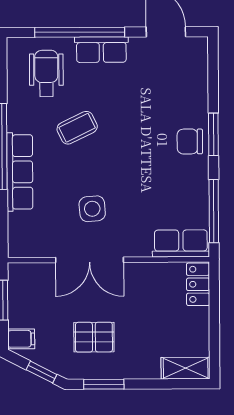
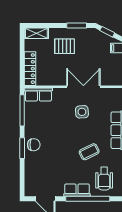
locker: (198, 284) -> (30, 69), width x1.53
pallet: (94, 337) -> (65, 46), moved

